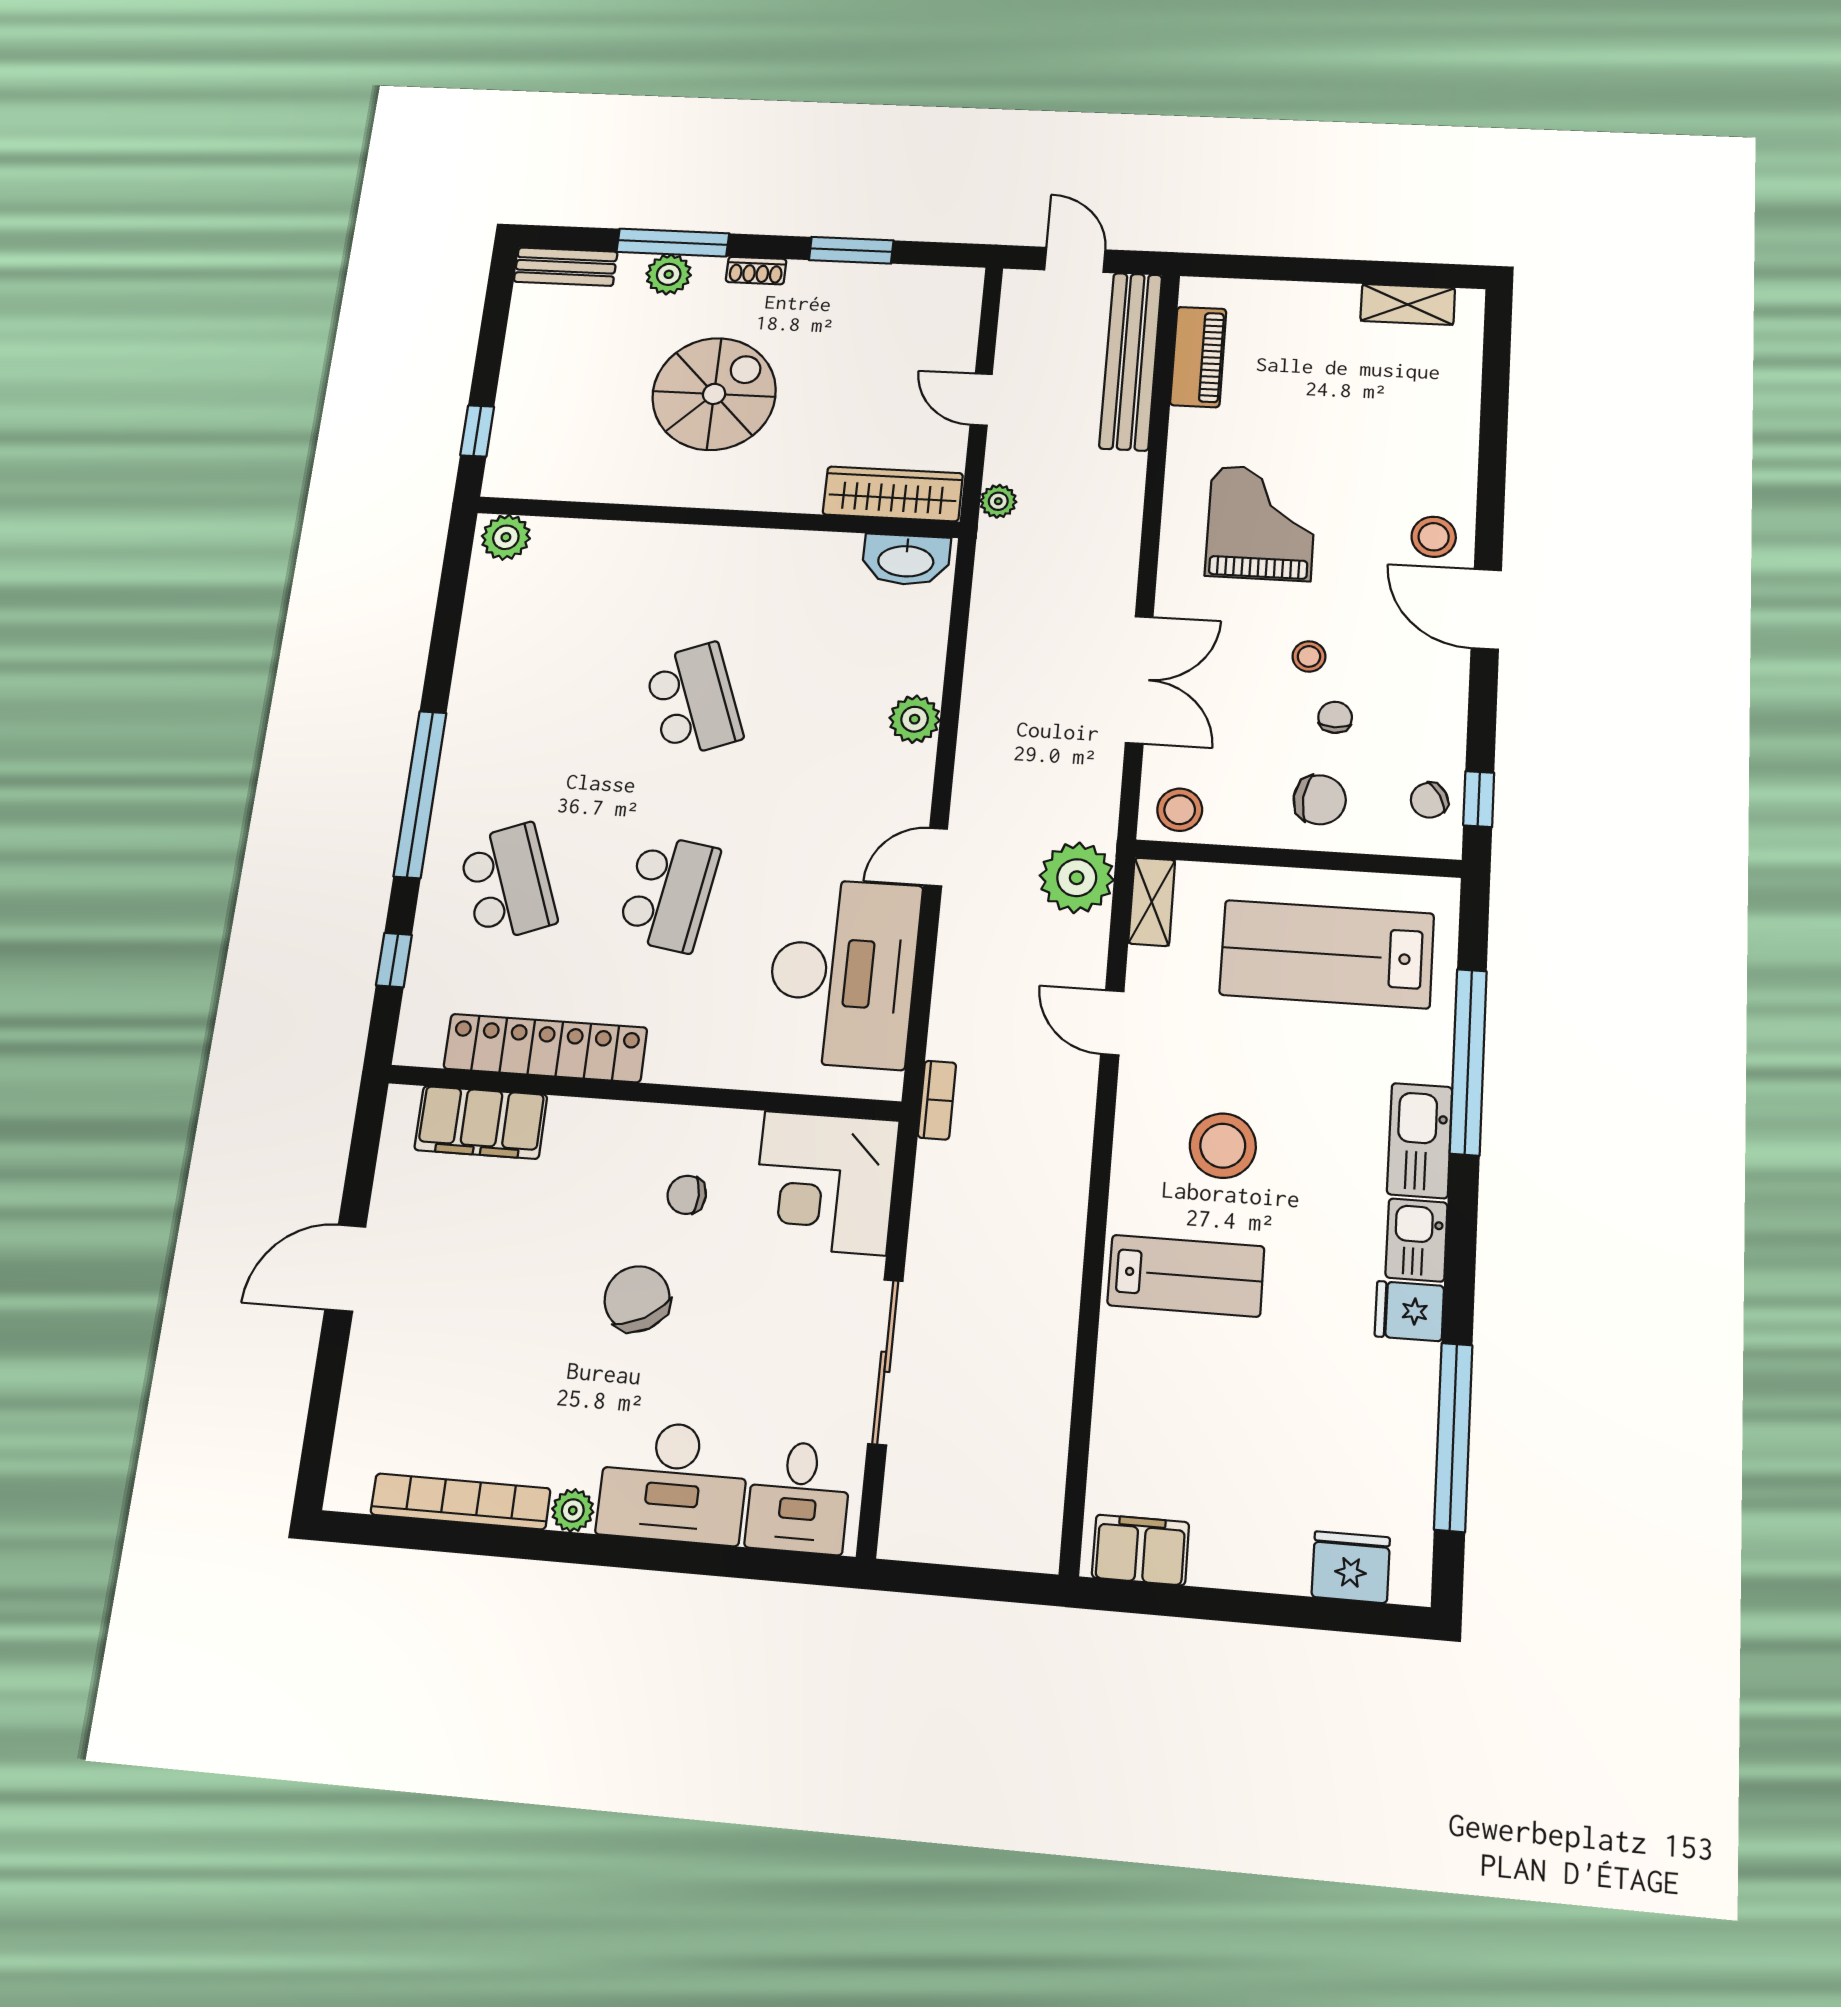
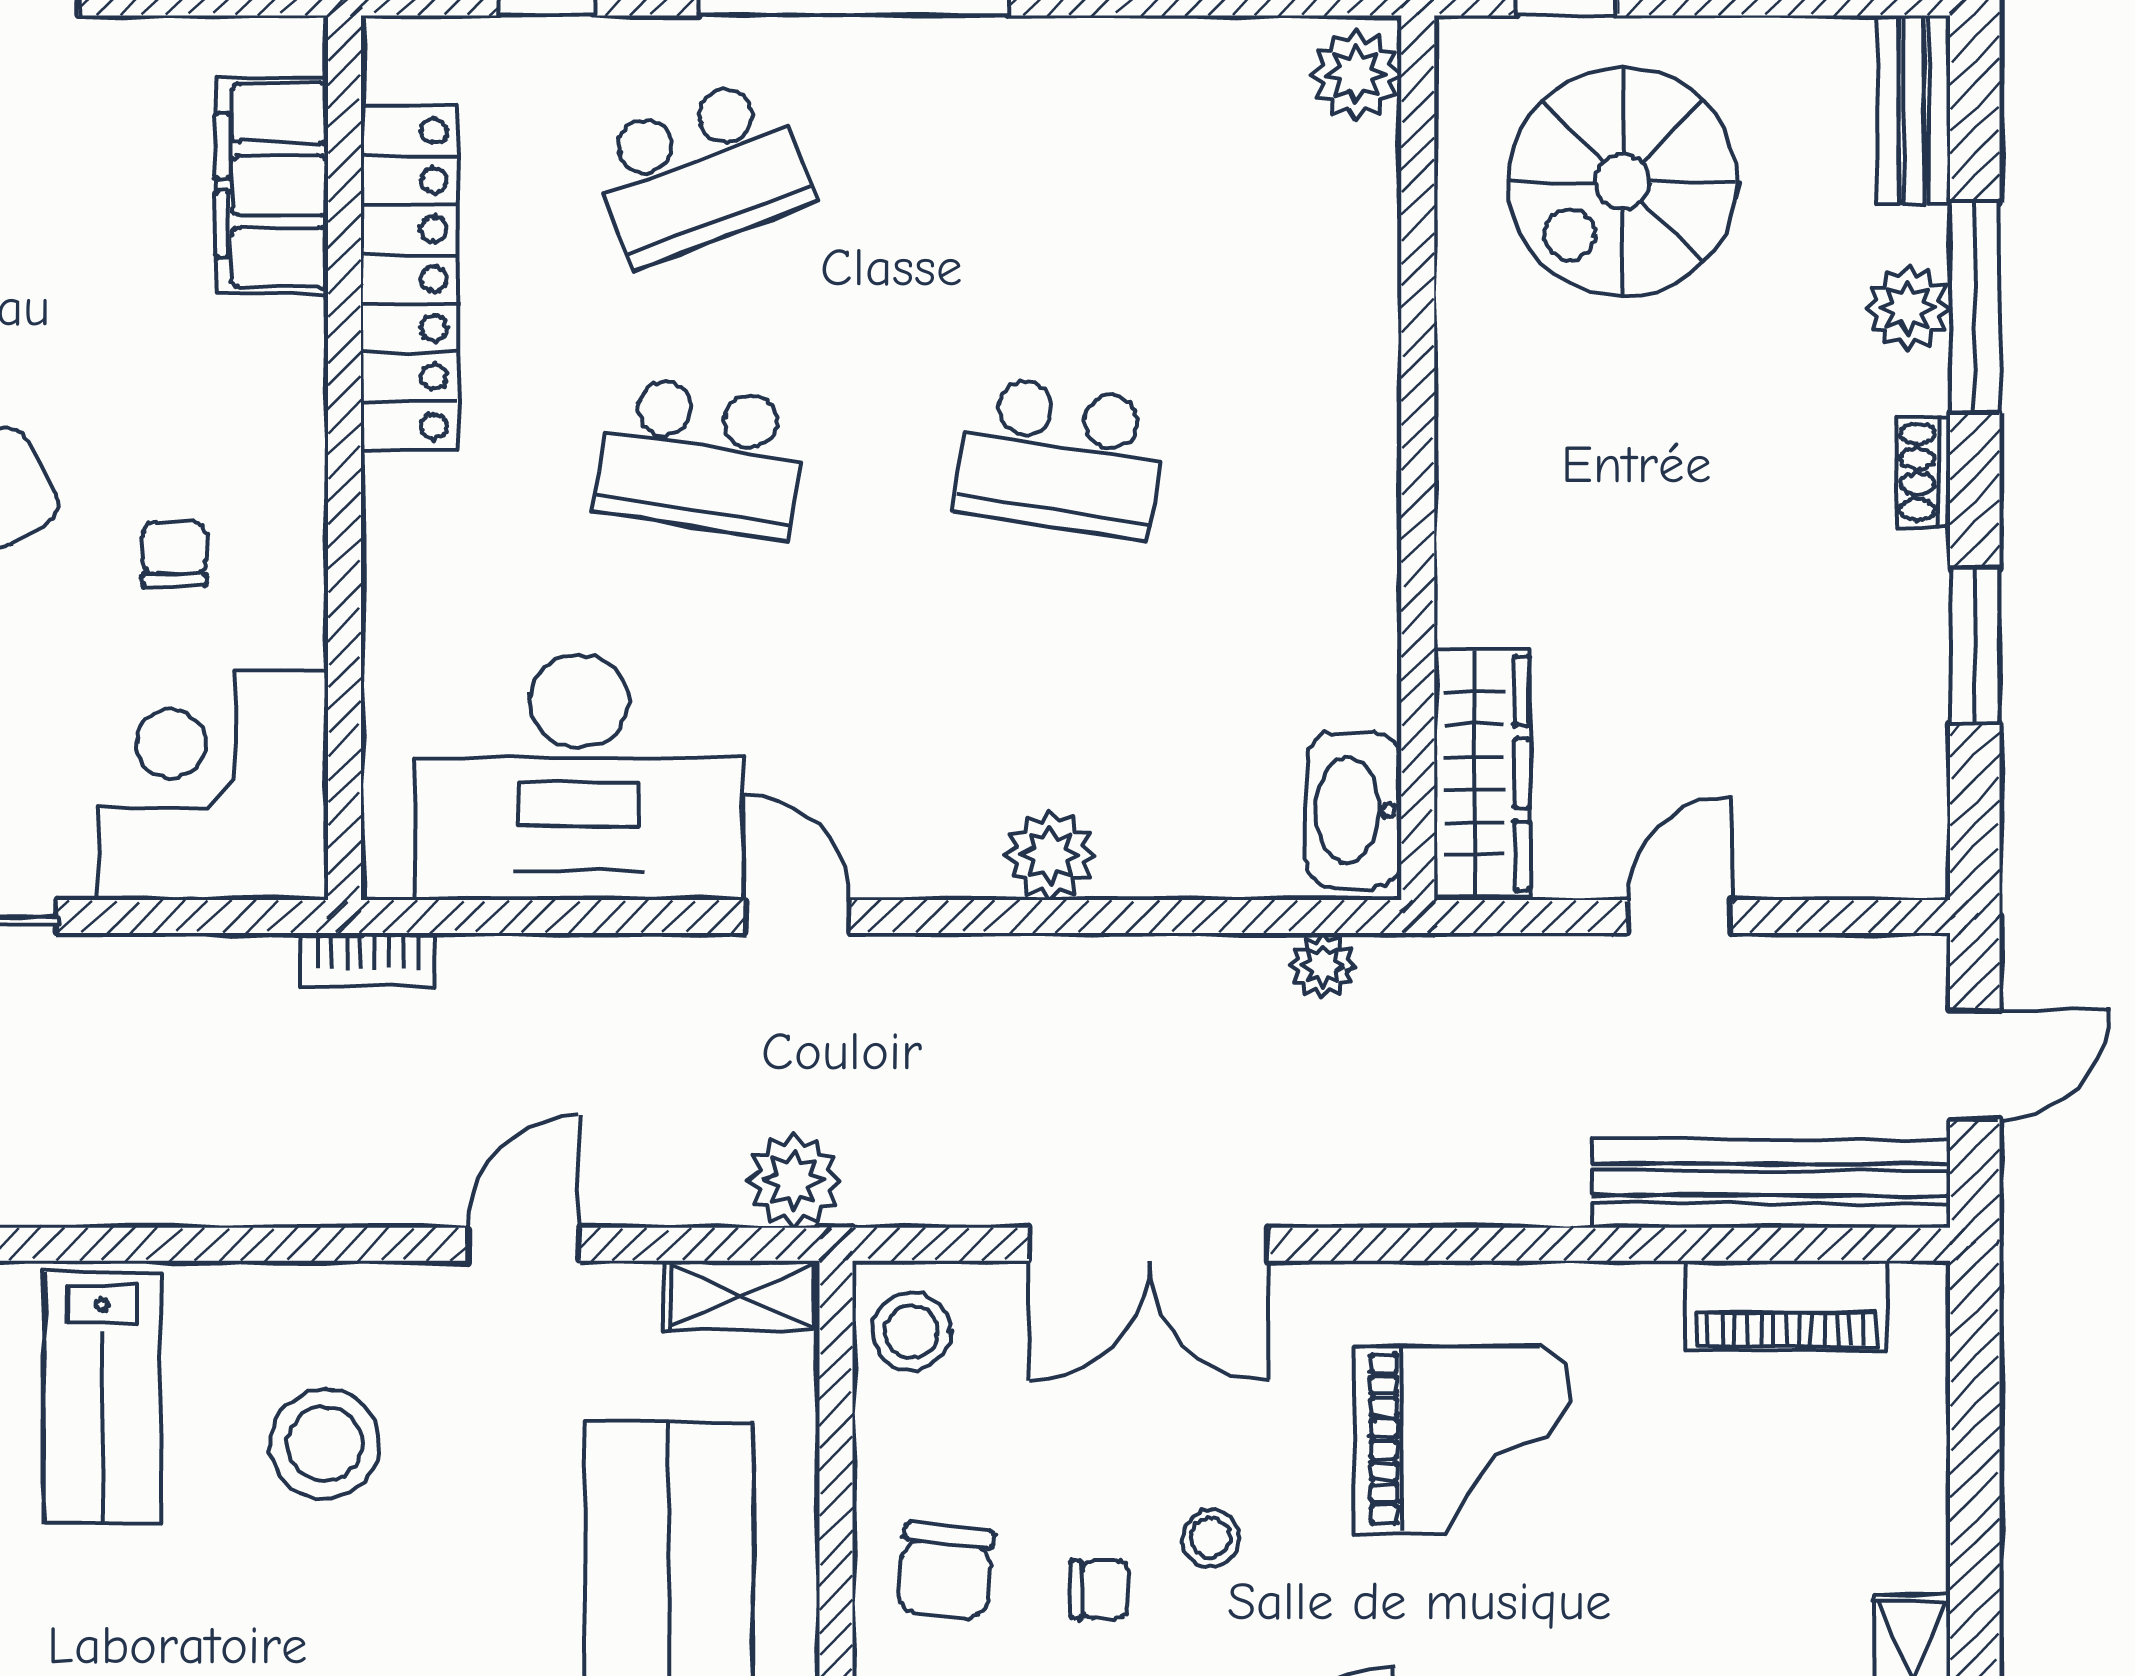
spiral stairs: (714, 394) -> (1623, 182), moved, turned 90
plant: (998, 501) -> (1323, 966), moved
school desk: (693, 700) -> (1061, 458), turned 30
plant: (1077, 878) -> (794, 1181), width x0.73, depth x0.73

